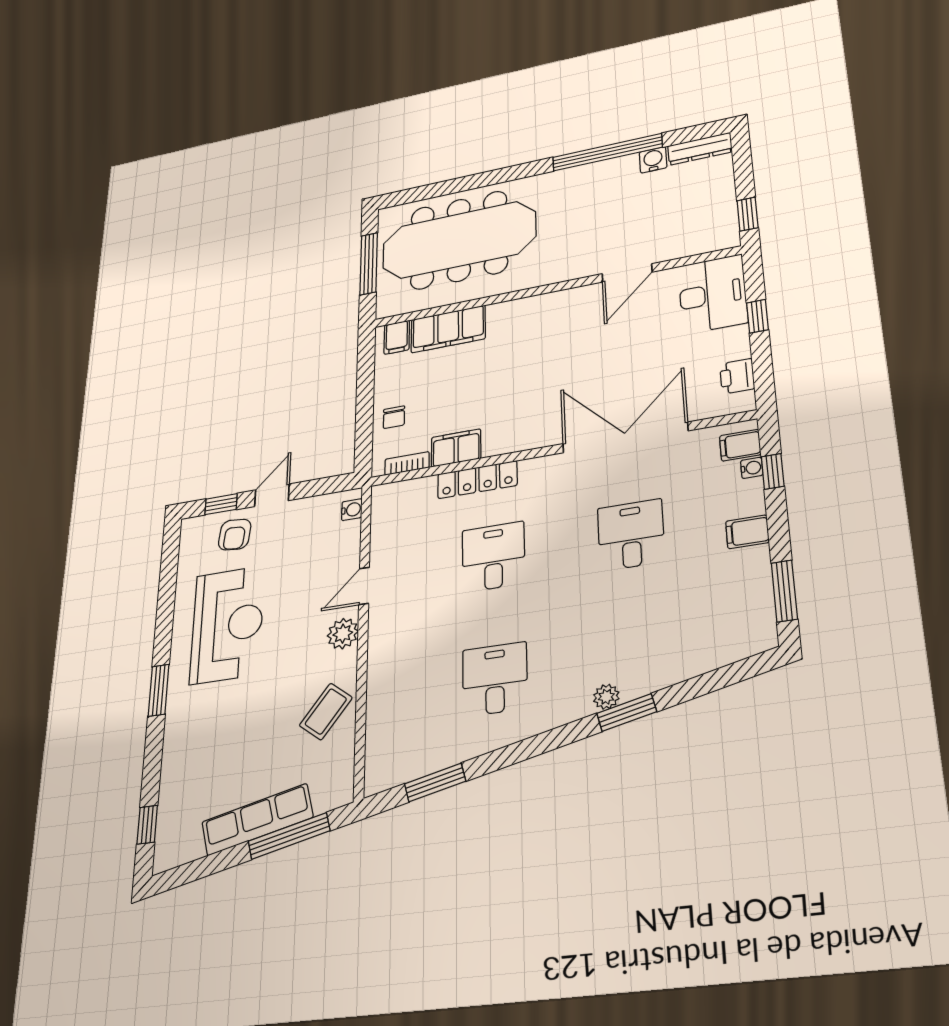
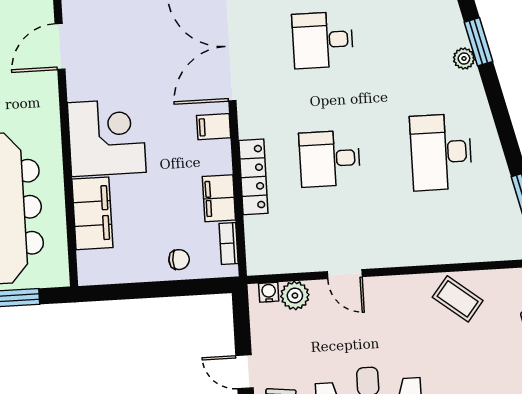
door: (627, 273) -> (60, 46), swing flipped
corner desk: (527, 331) -> (107, 137), added
filing cabinet: (397, 337) -> (214, 127), moved, turned 180
plant: (343, 634) -> (295, 296), moved
desk: (495, 679) -> (441, 152), width x1.37

